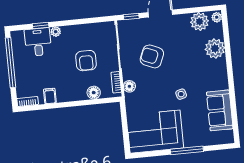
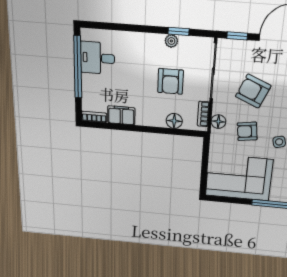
window: (41, 25) -> (178, 31), moved
plant: (56, 32) -> (171, 41), moved
desk: (38, 42) -> (98, 58), moved, turned -90
armchair: (154, 90) -> (247, 131), added
filing cabinet: (50, 96) -> (121, 115), width x2.00

